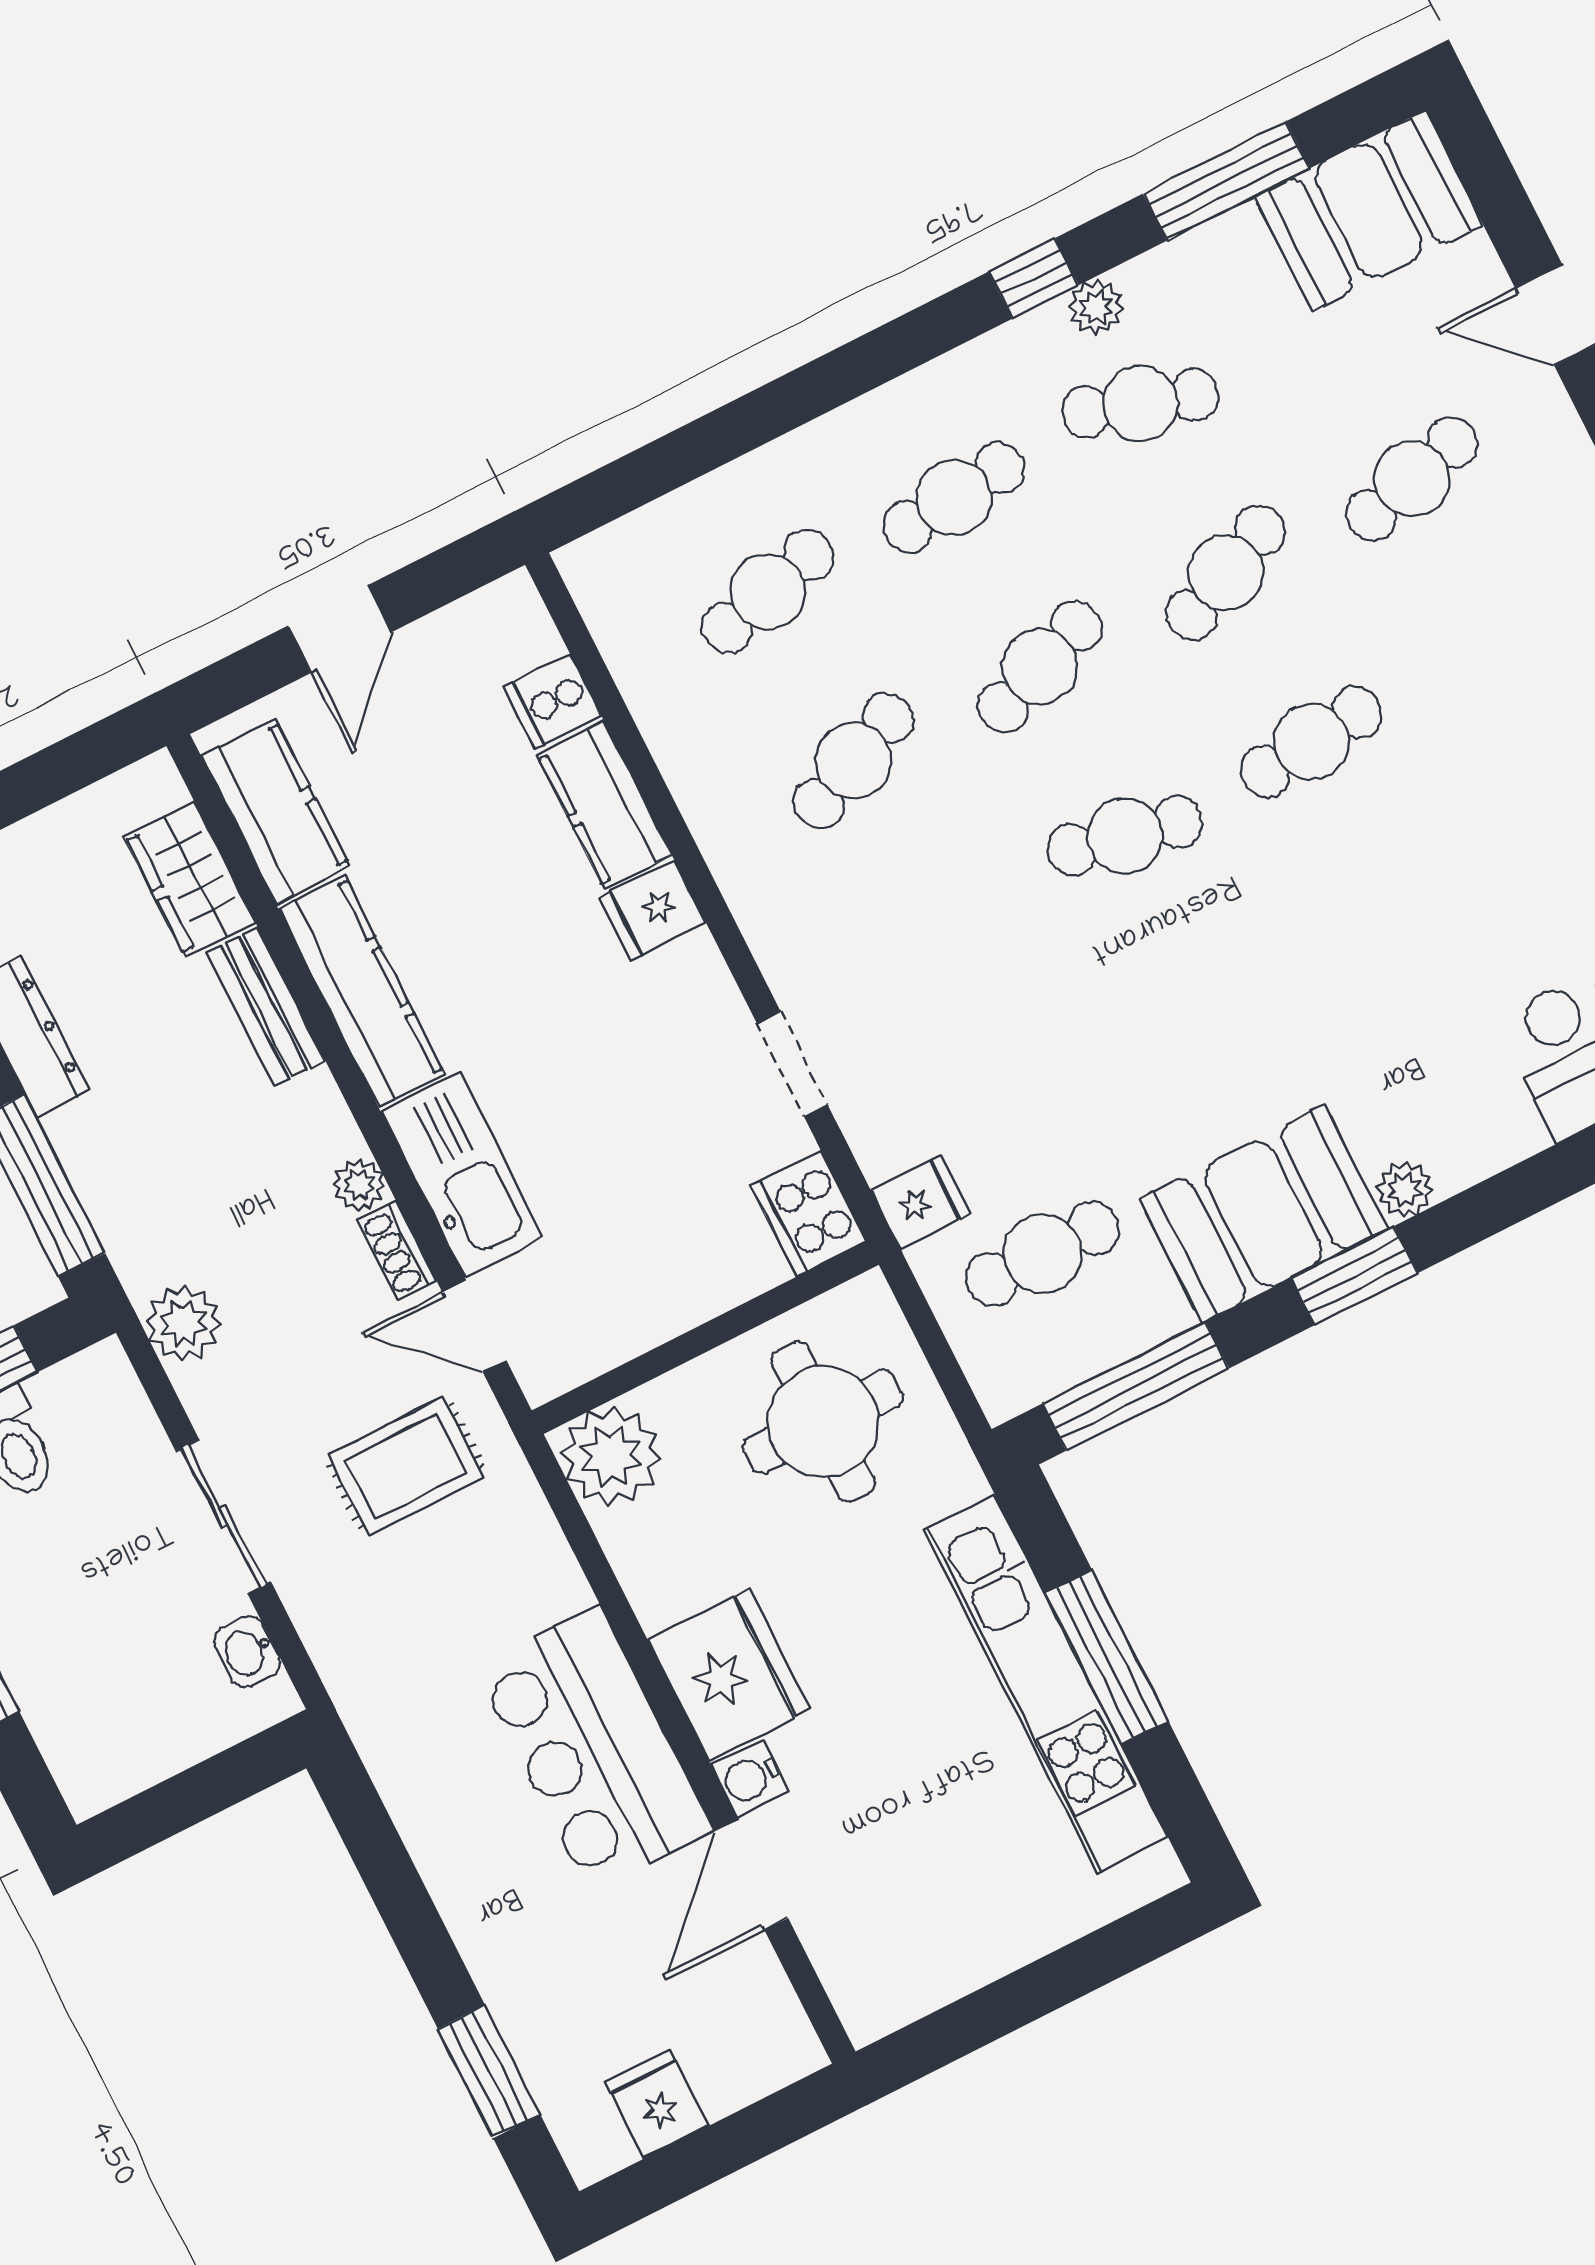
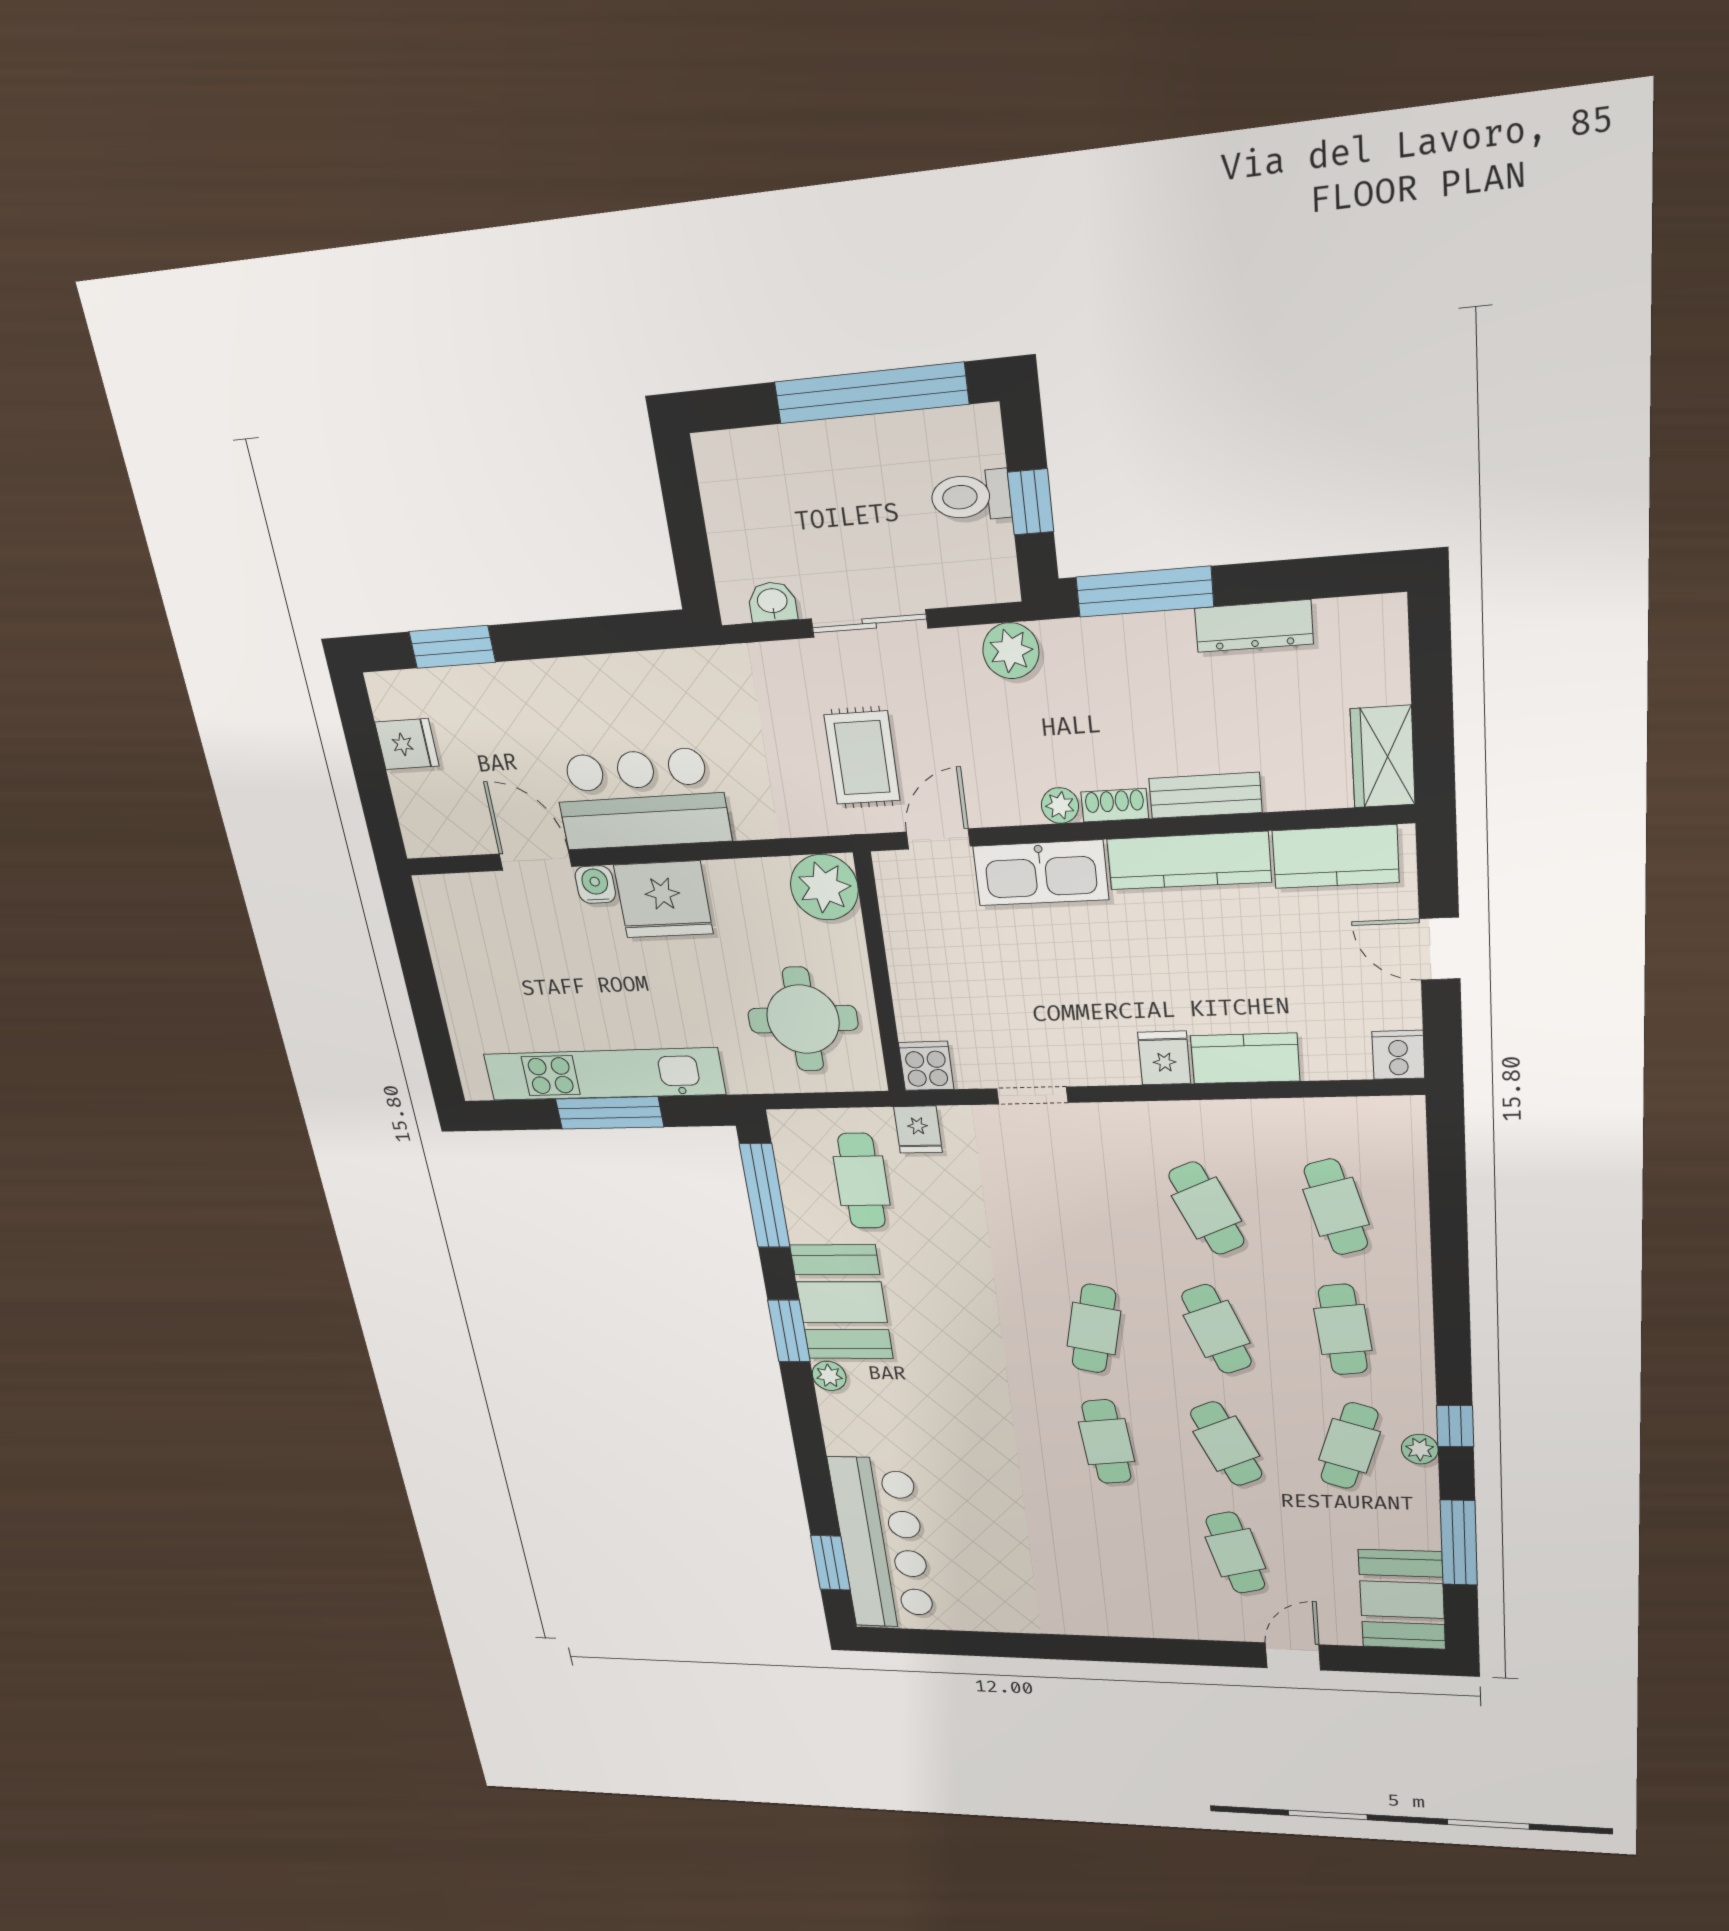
cooker: (553, 701) -> (1398, 1055), moved
wardrobe: (190, 879) -> (1383, 757), moved, turned -90
cooker: (809, 1213) -> (926, 1066), width x0.73
shoe rack: (397, 1251) -> (1115, 805), moved

